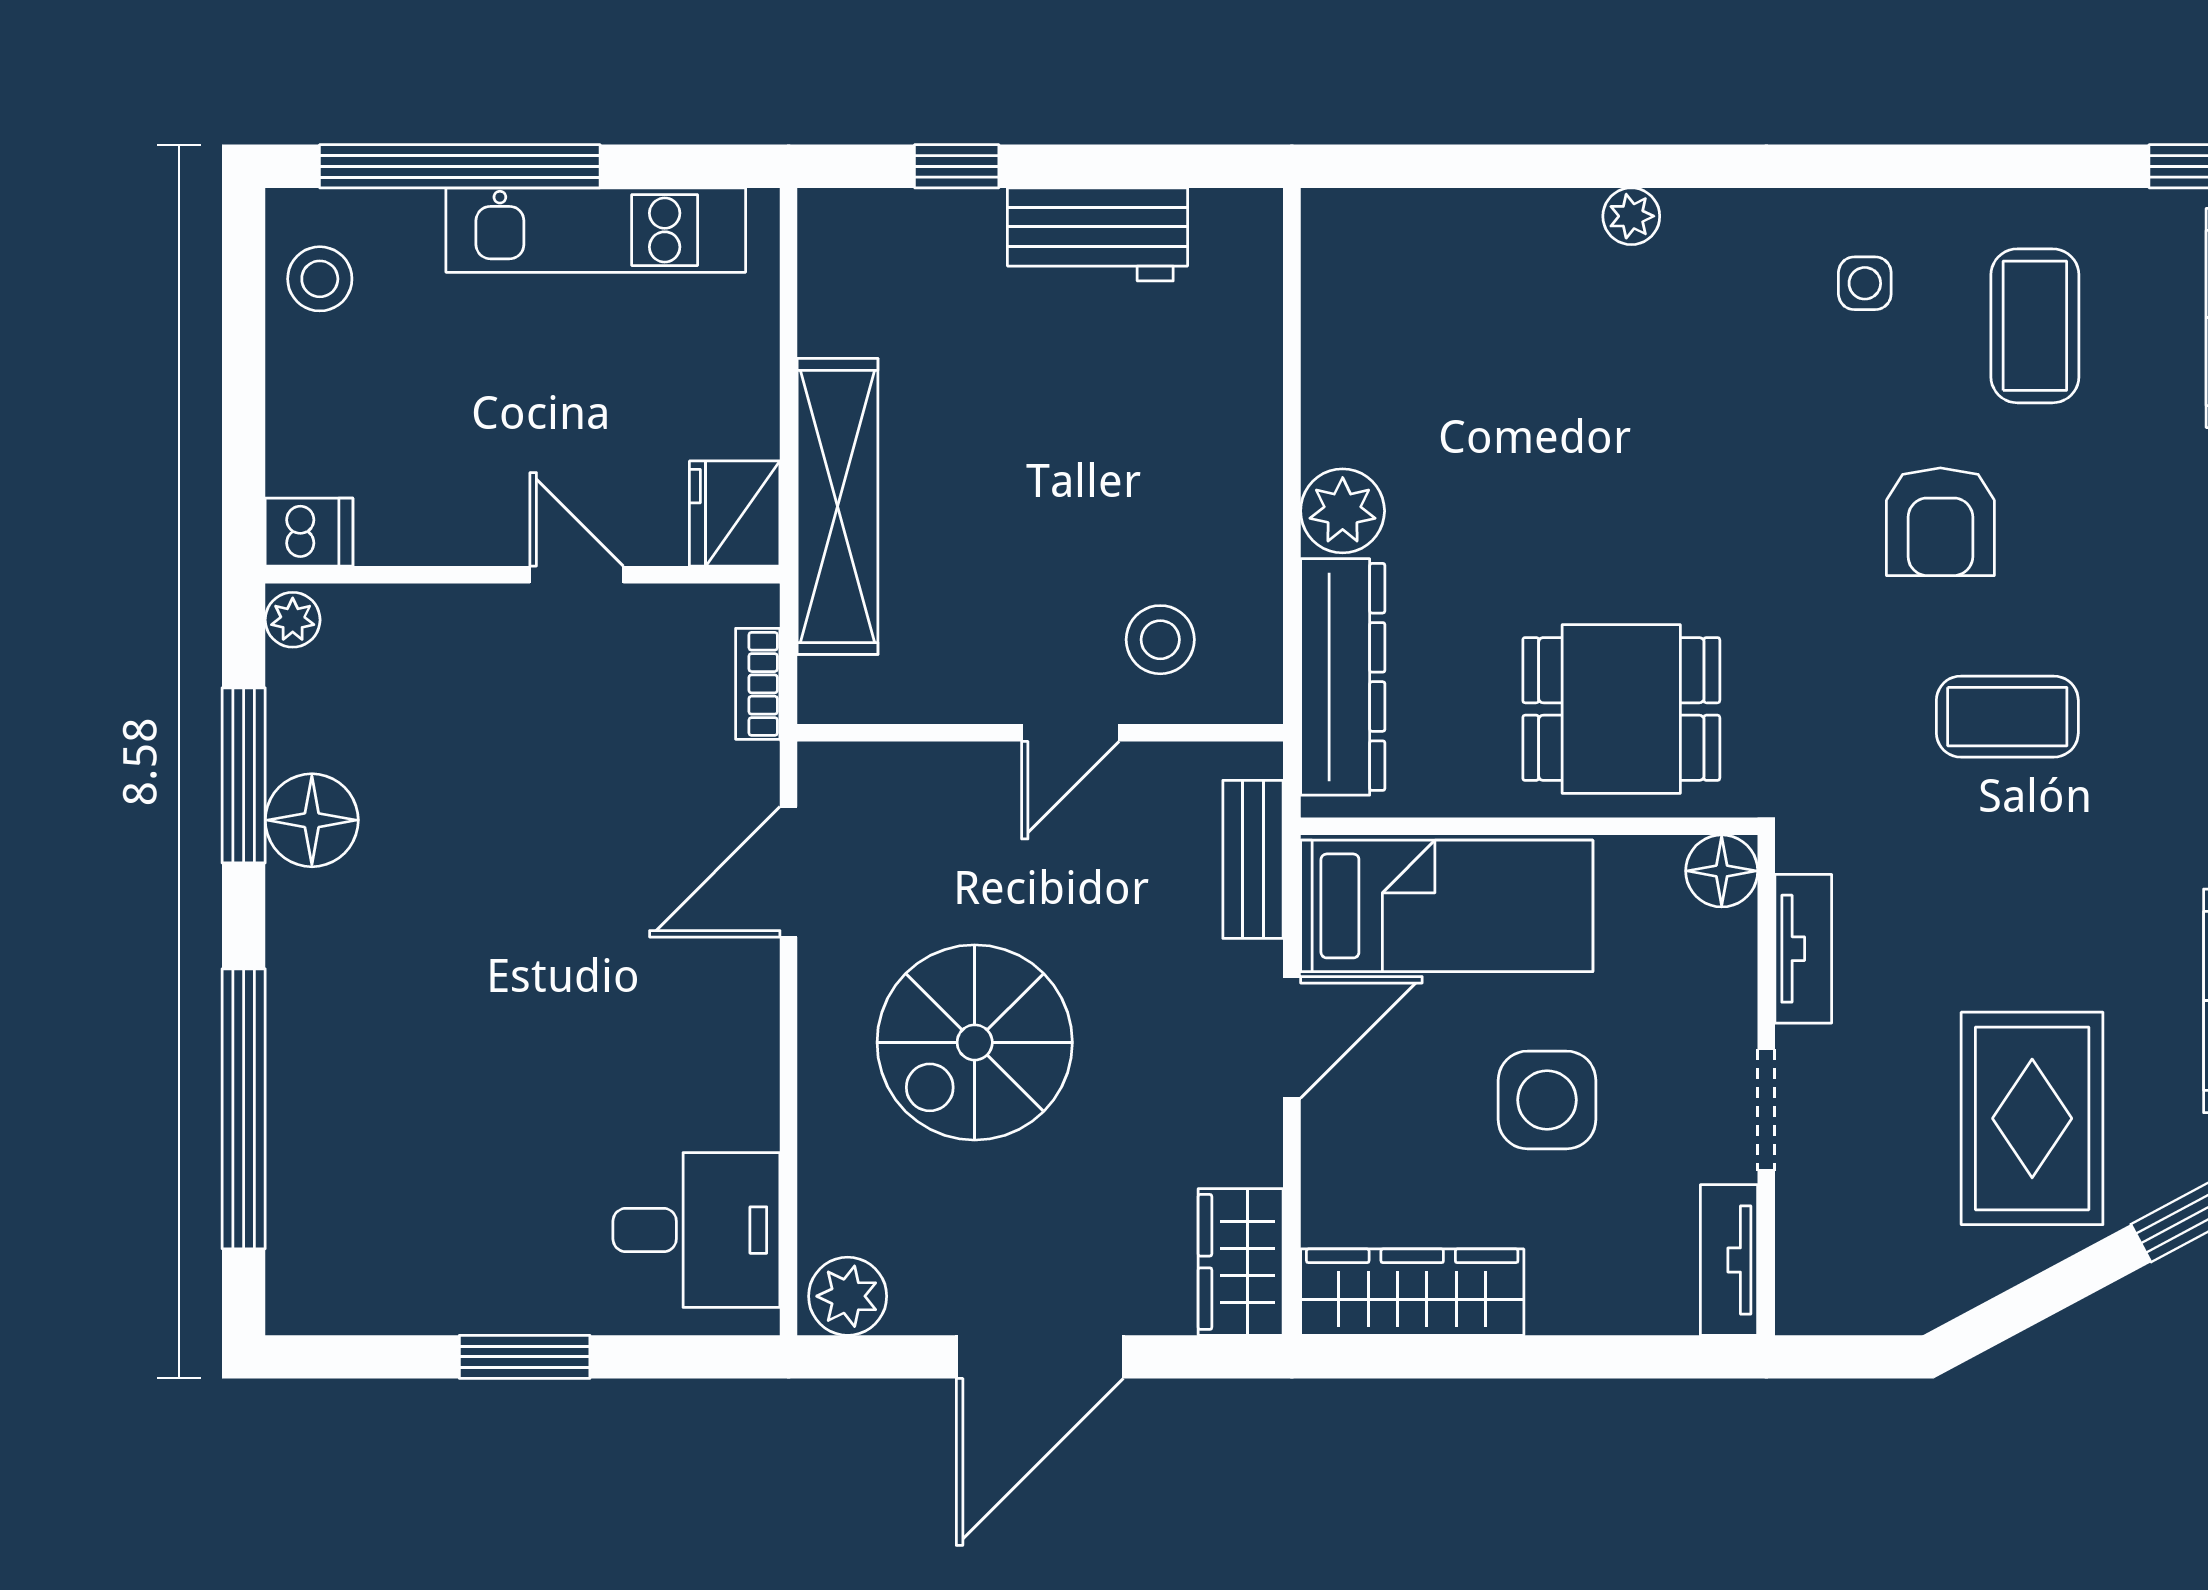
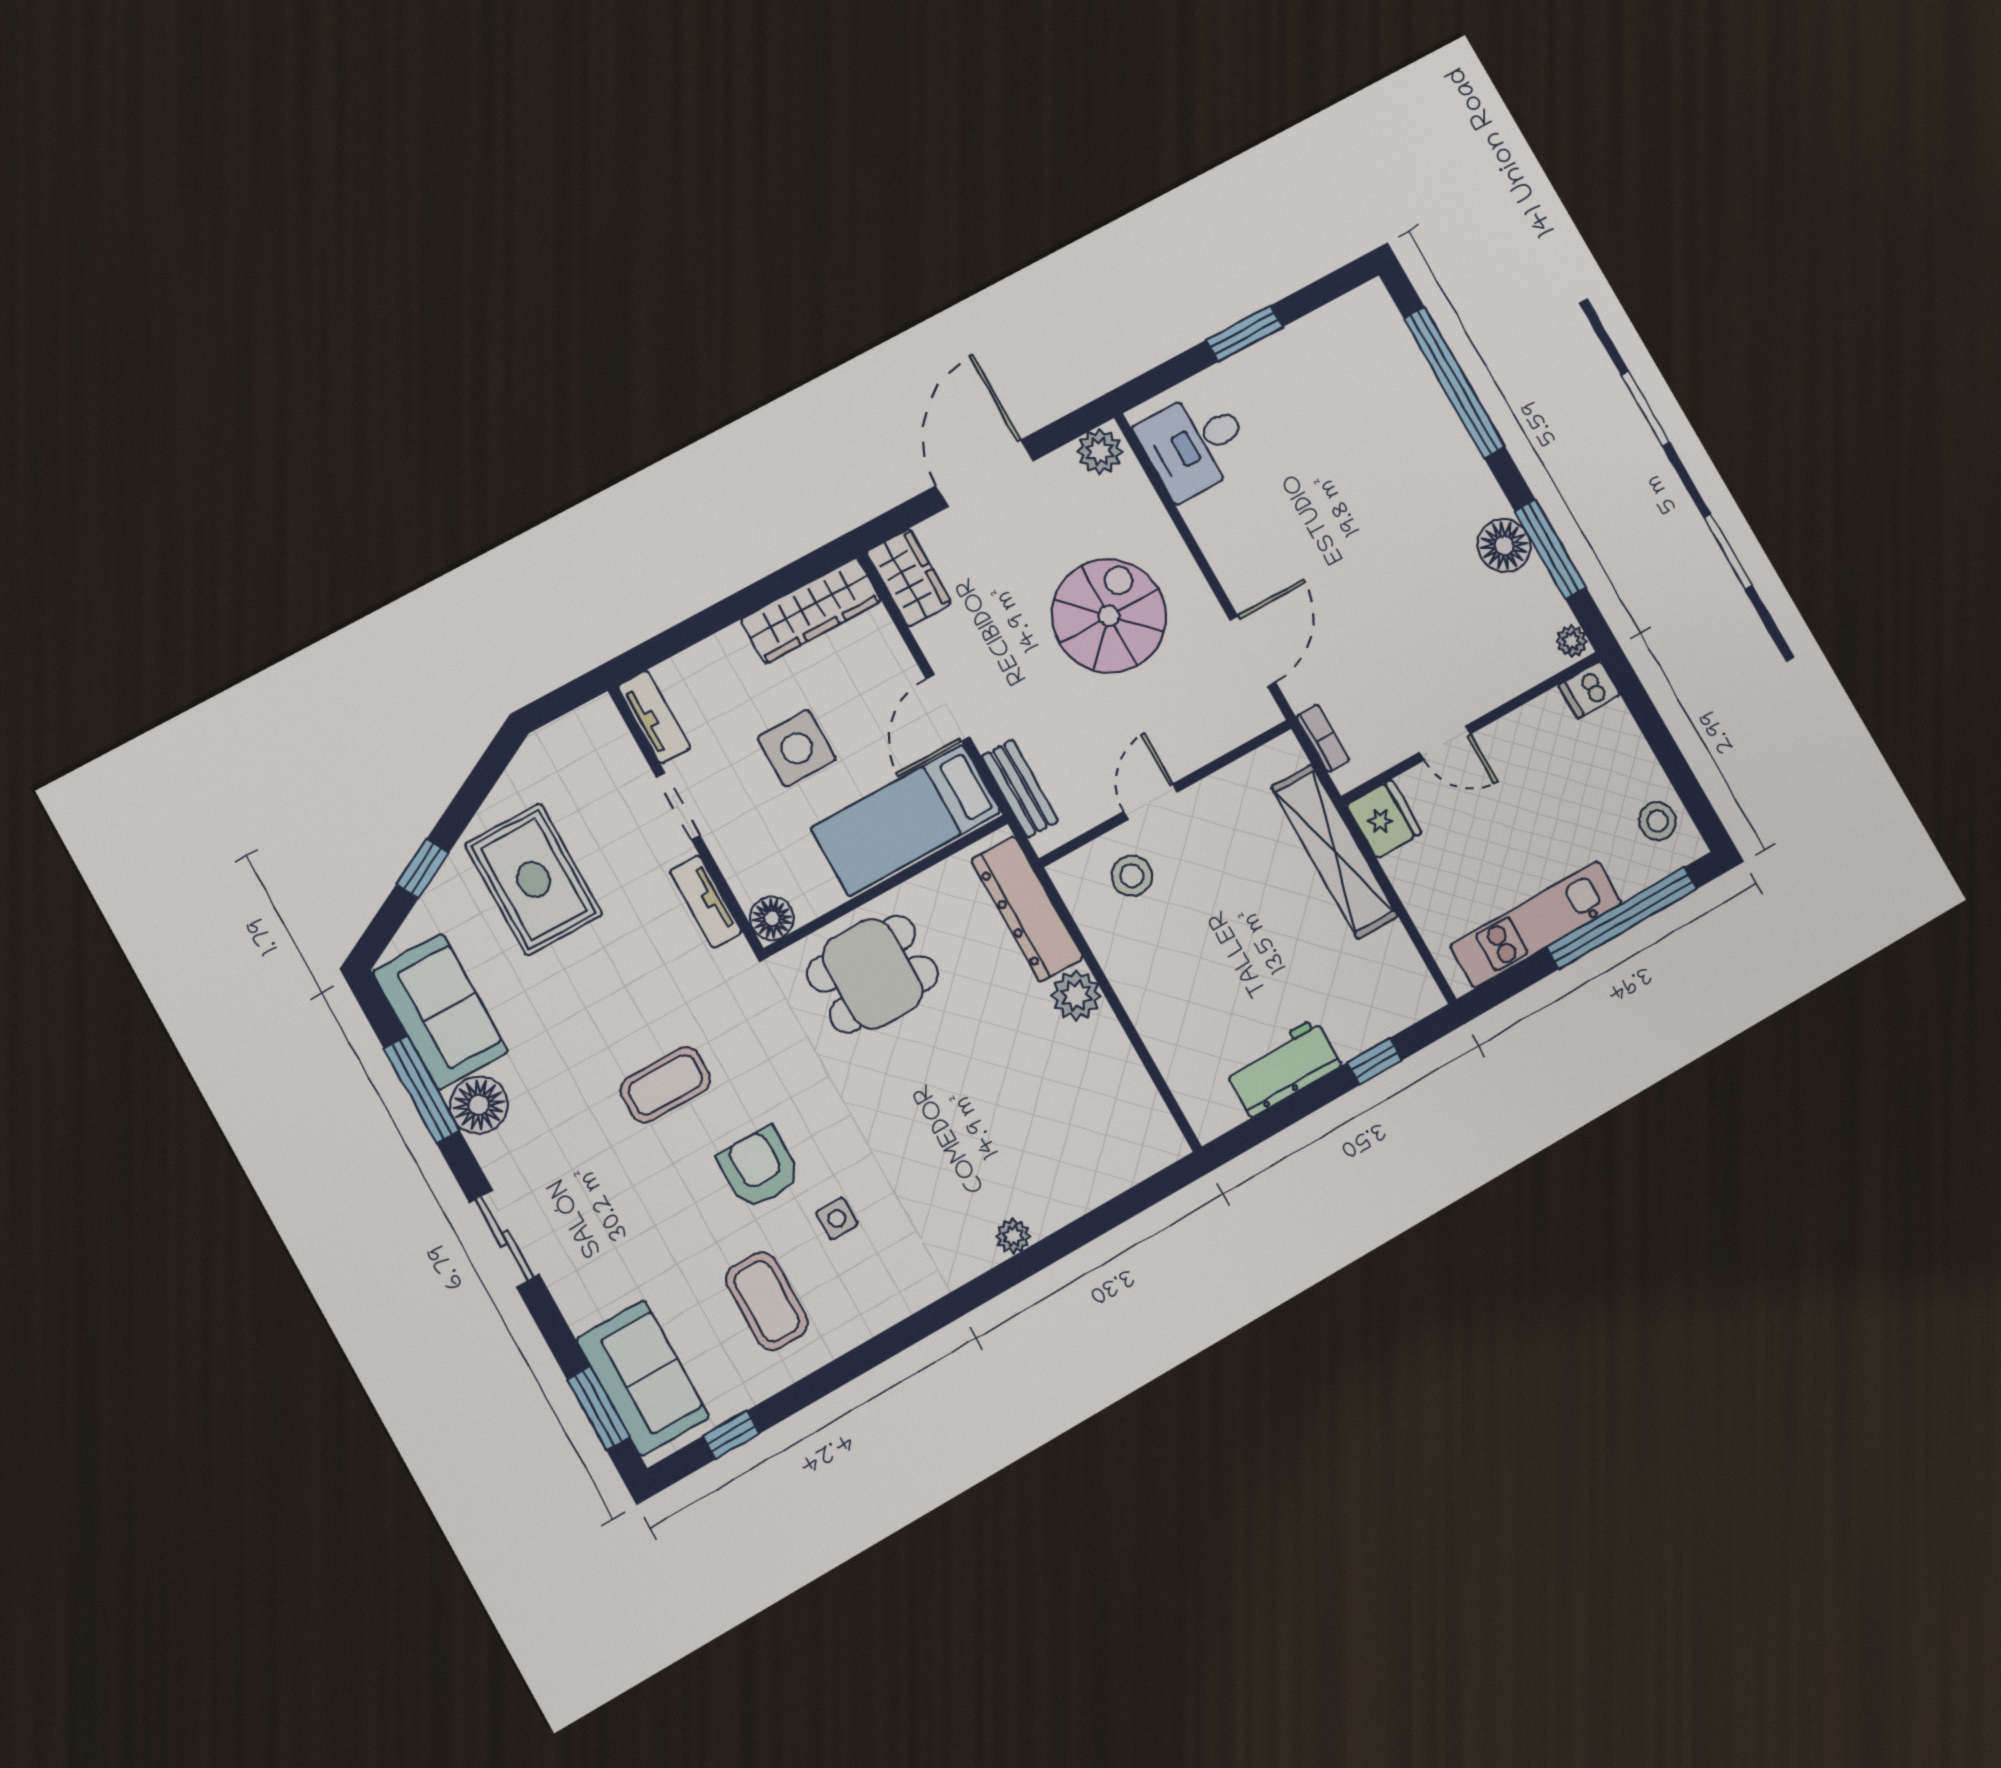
side table: (1865, 283) -> (837, 1218), moved

